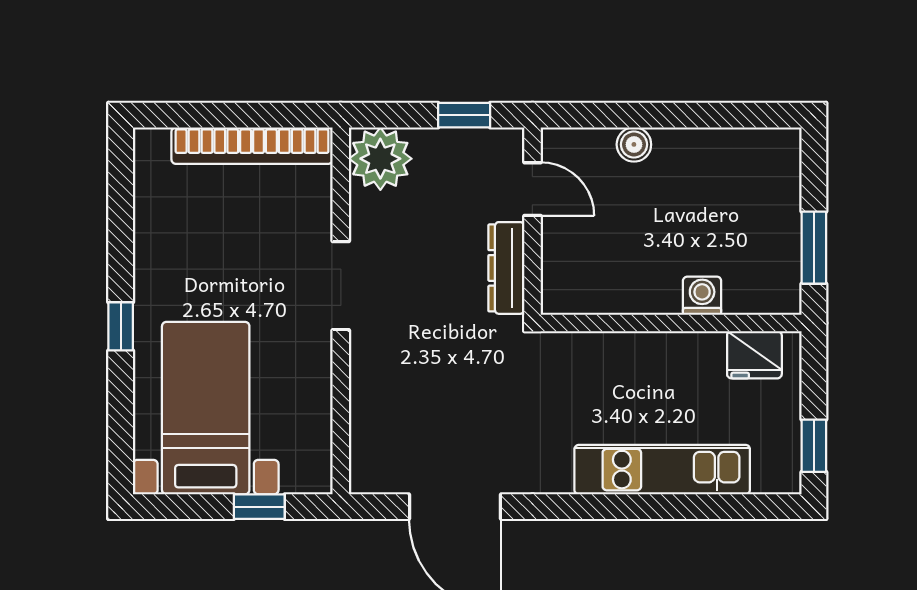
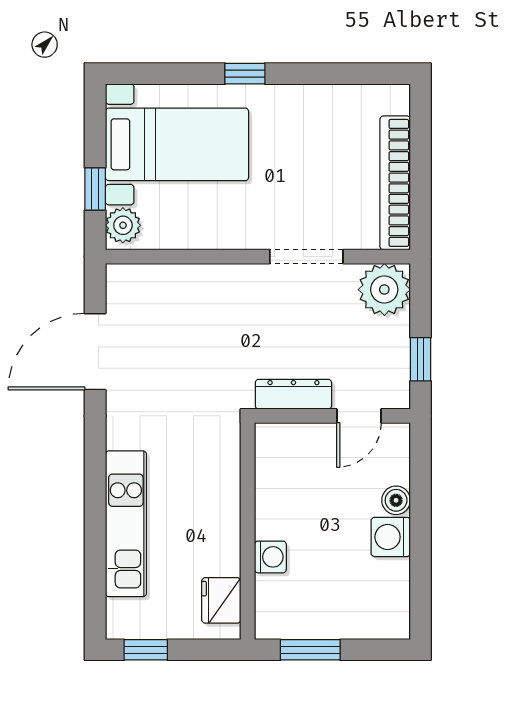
washing machine: (678, 151) -> (391, 537), added
doorway: (341, 286) -> (306, 257), moved
plant: (303, 473) -> (123, 225), added

